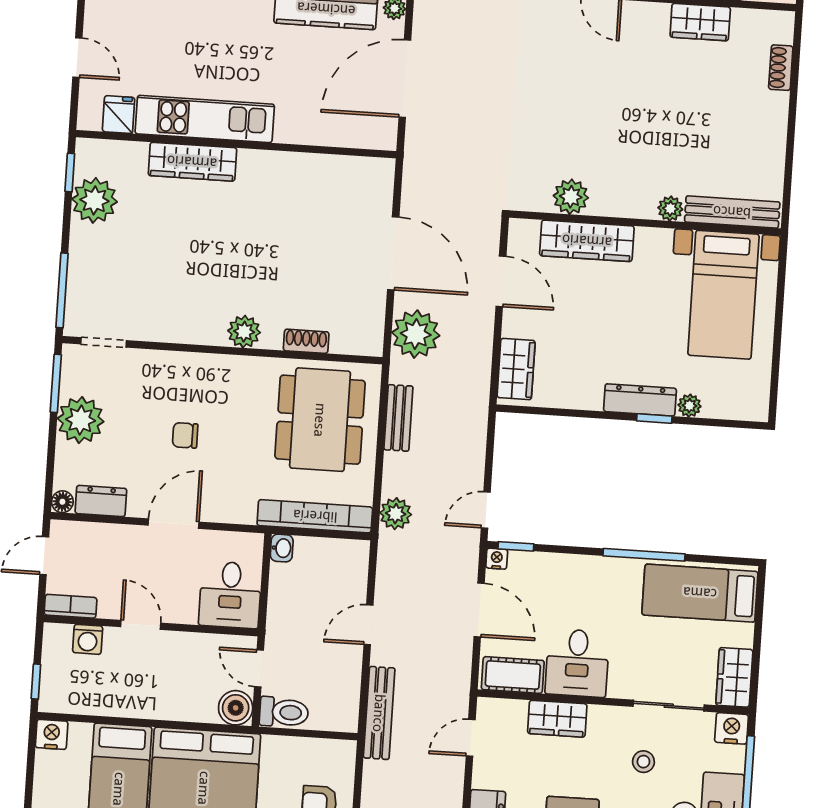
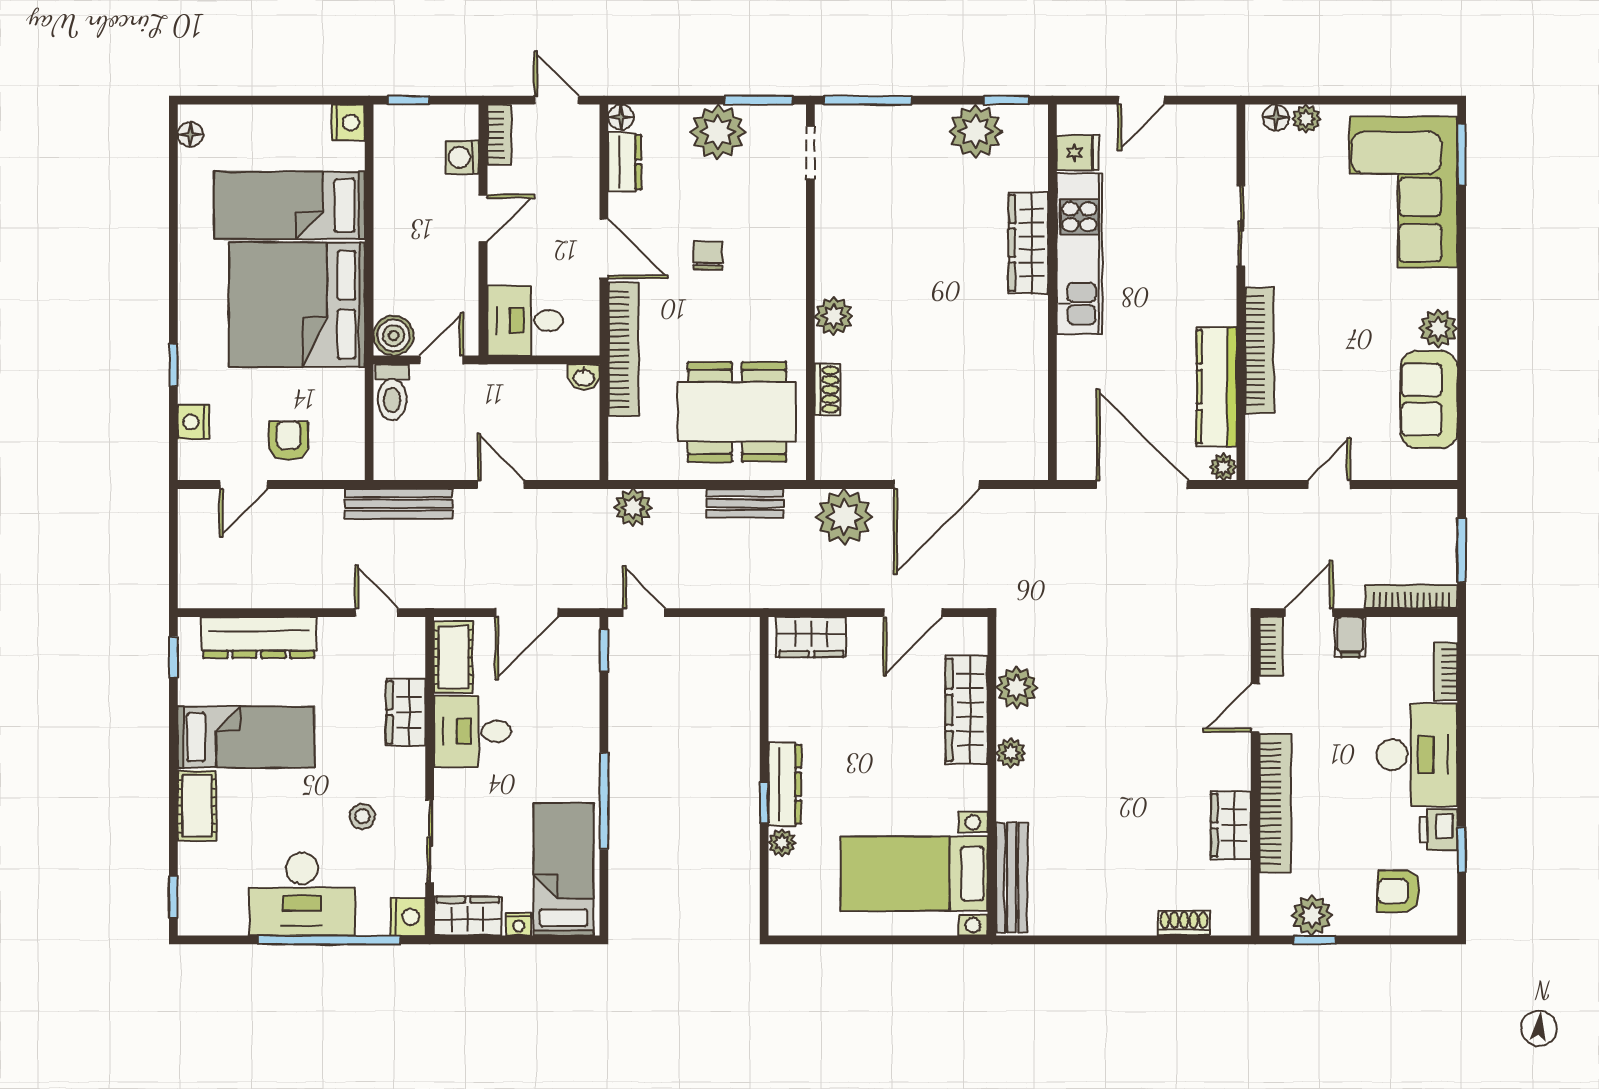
plant: (670, 209) -> (1011, 753), moved
bookcase: (315, 516) -> (623, 349), moved
nightstand: (497, 559) -> (518, 924), moved, turned 90

